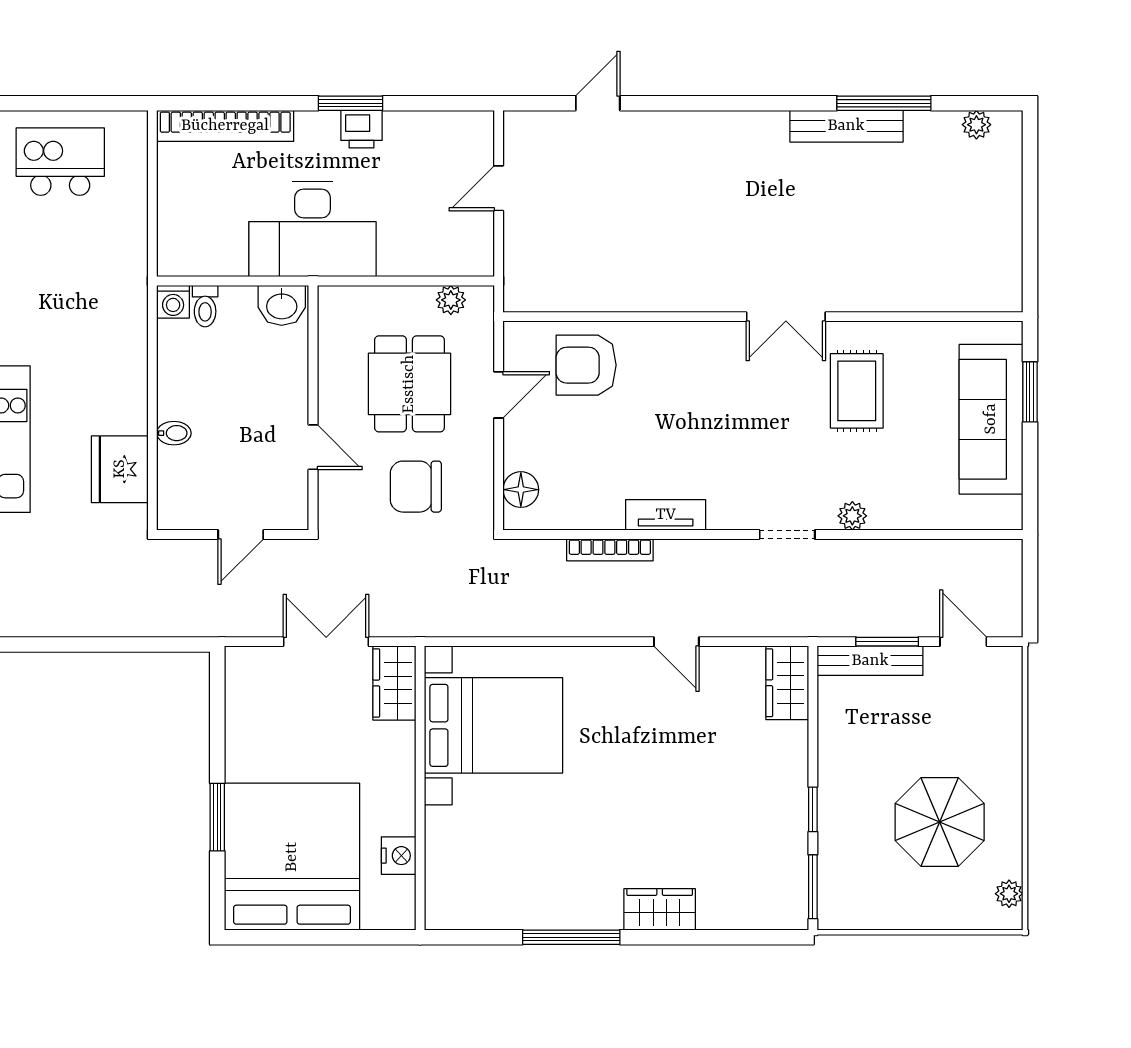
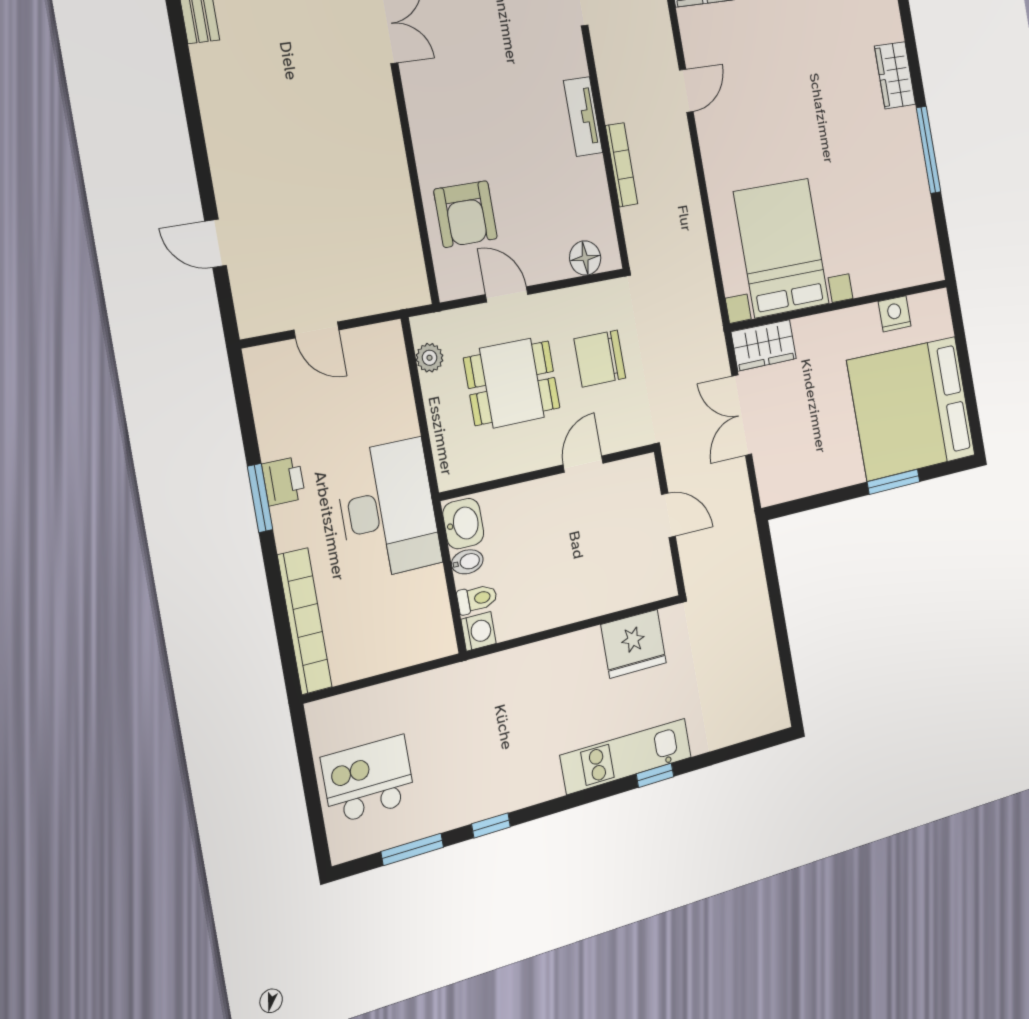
kitchen island: (60, 162) -> (368, 779), turned 90
bidet: (174, 433) -> (467, 562), moved, turned 90
chair: (416, 487) -> (600, 359), turned 90

